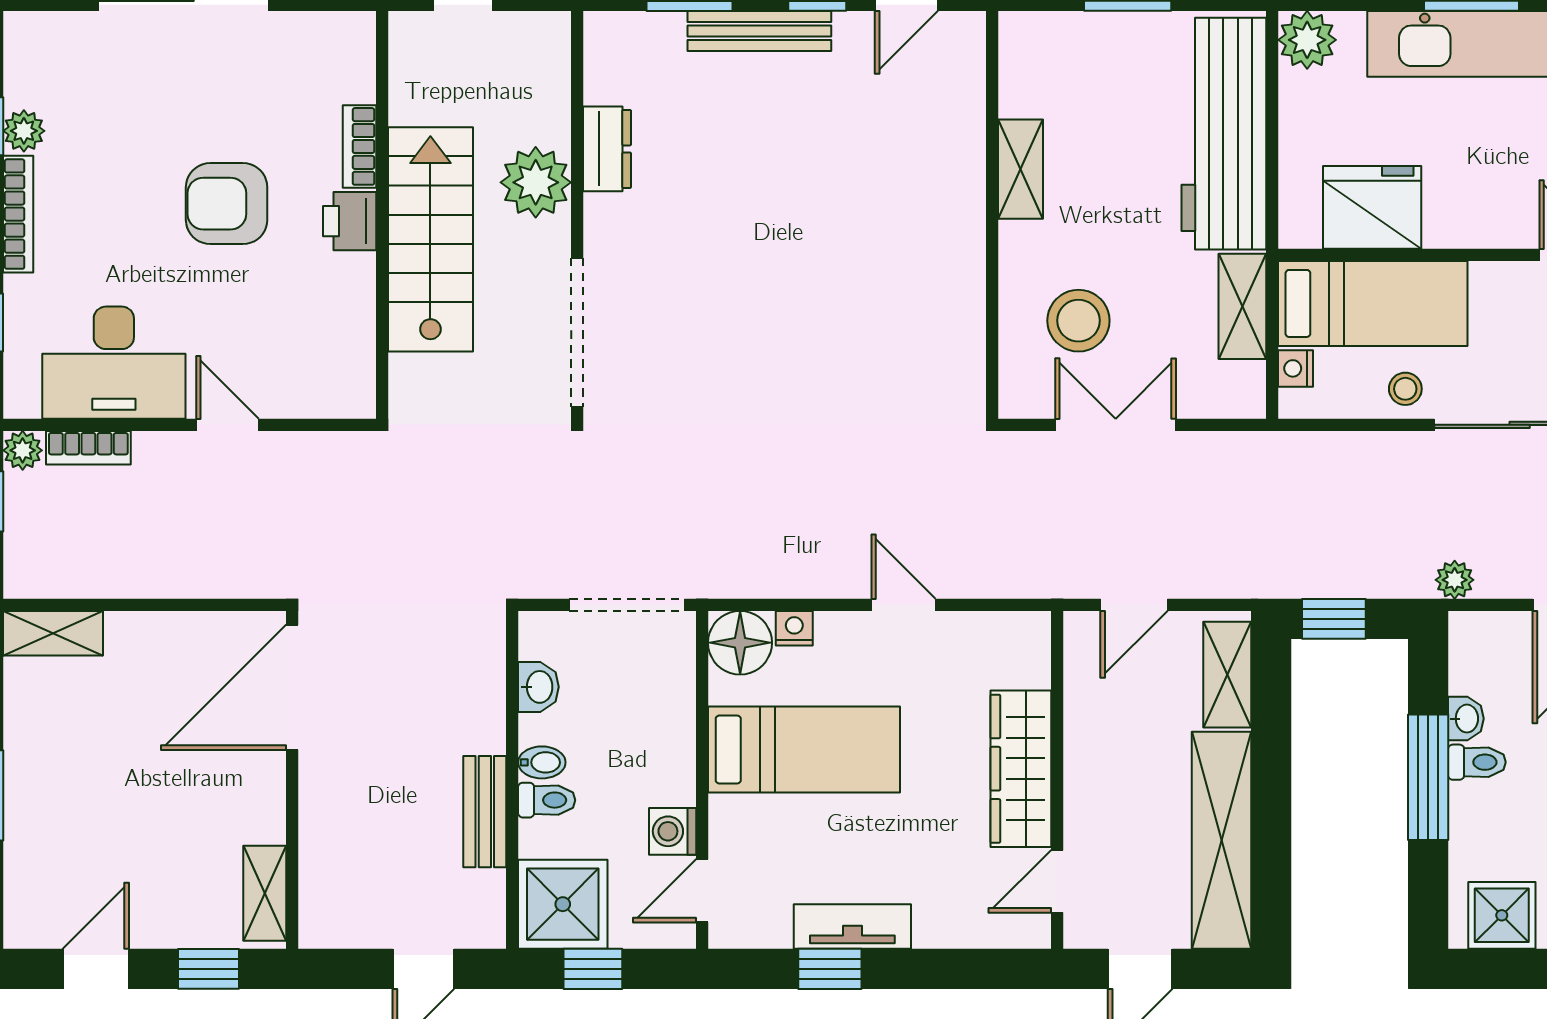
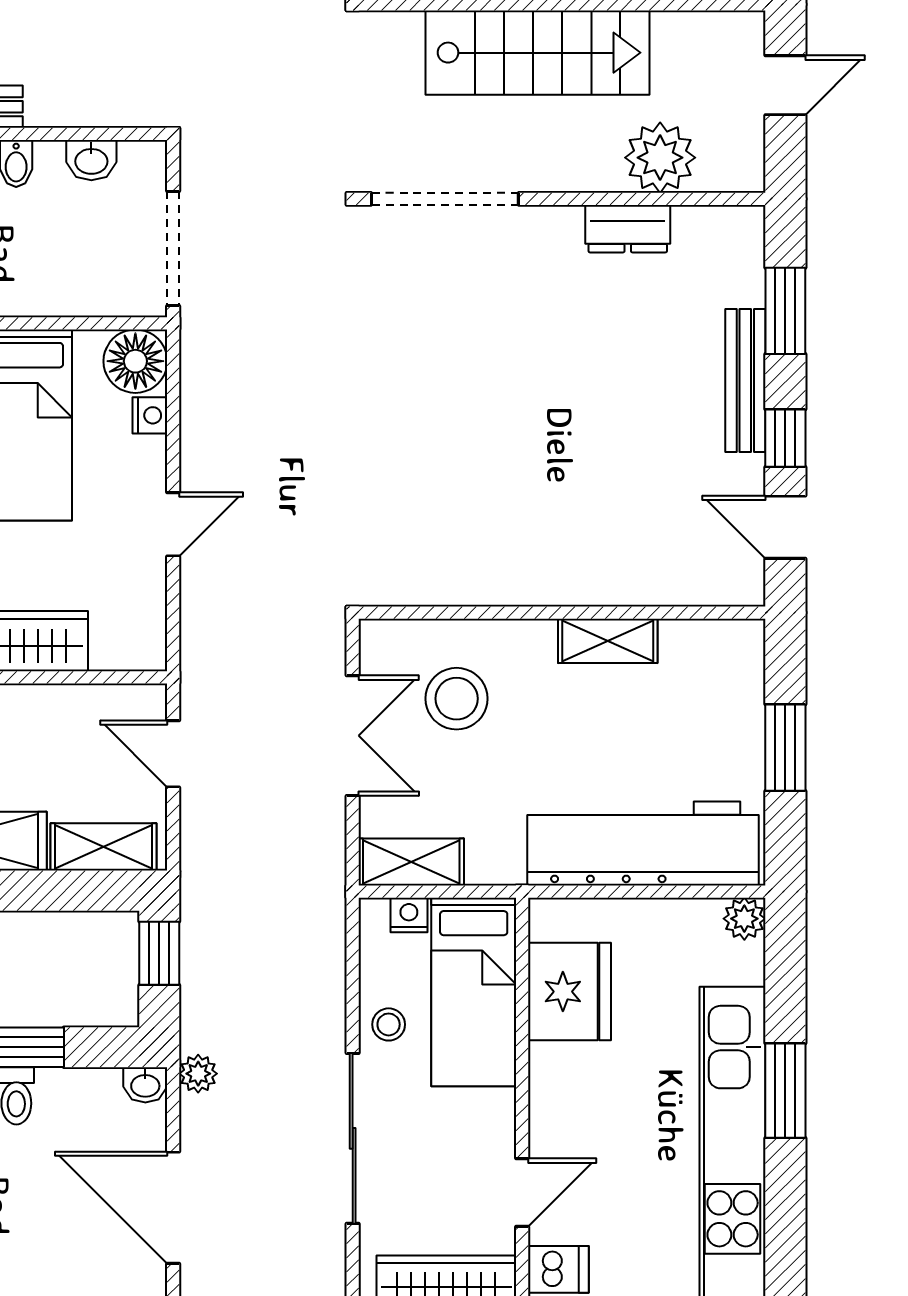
plant: (1307, 40) -> (744, 919), width x0.73, depth x0.73
plant: (536, 182) -> (660, 158), moved
shelving: (1242, 306) -> (411, 862), moved
washbasin: (1466, 719) -> (145, 1085), moved

